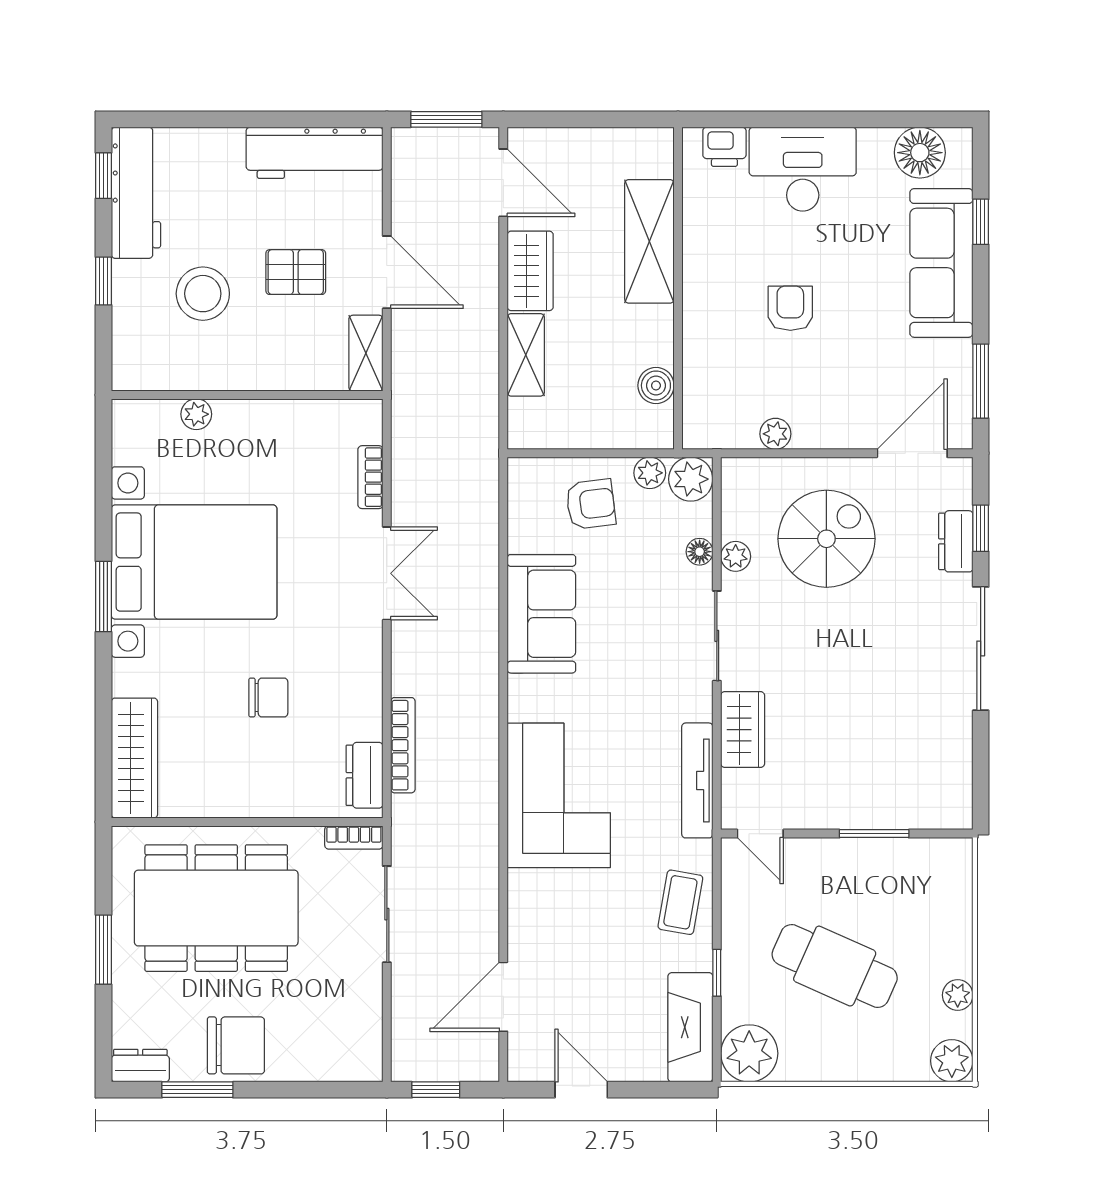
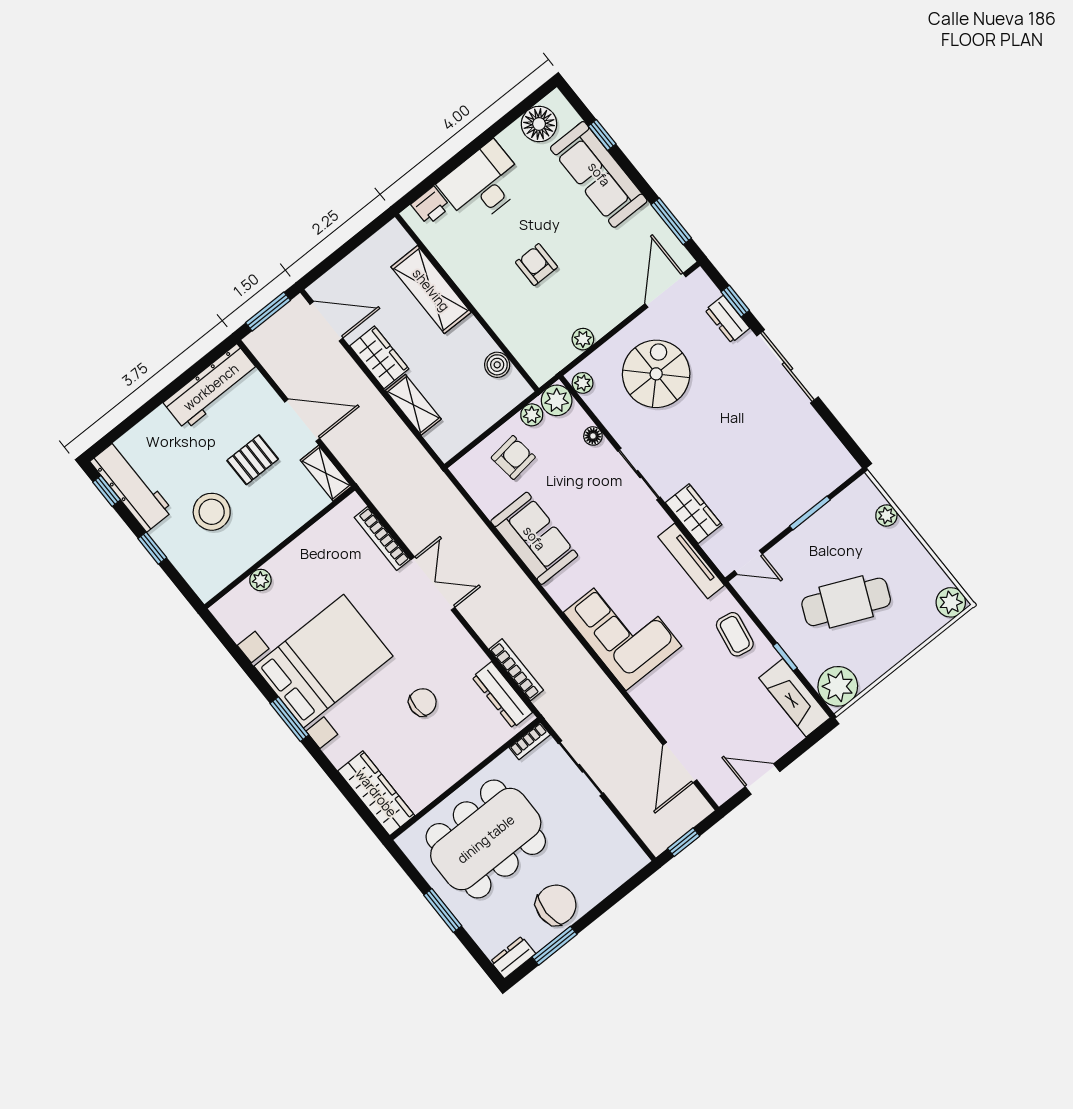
bookcase: (370, 477) -> (382, 538), width x1.56
plant: (736, 556) -> (583, 383), moved
dresser: (365, 775) -> (502, 695), width x1.44
plant: (958, 995) -> (886, 516), moved

